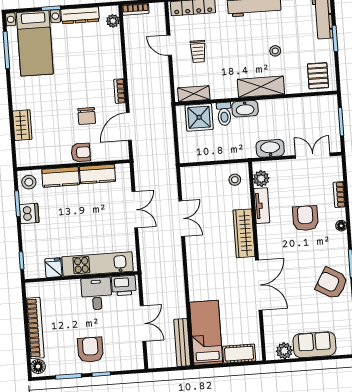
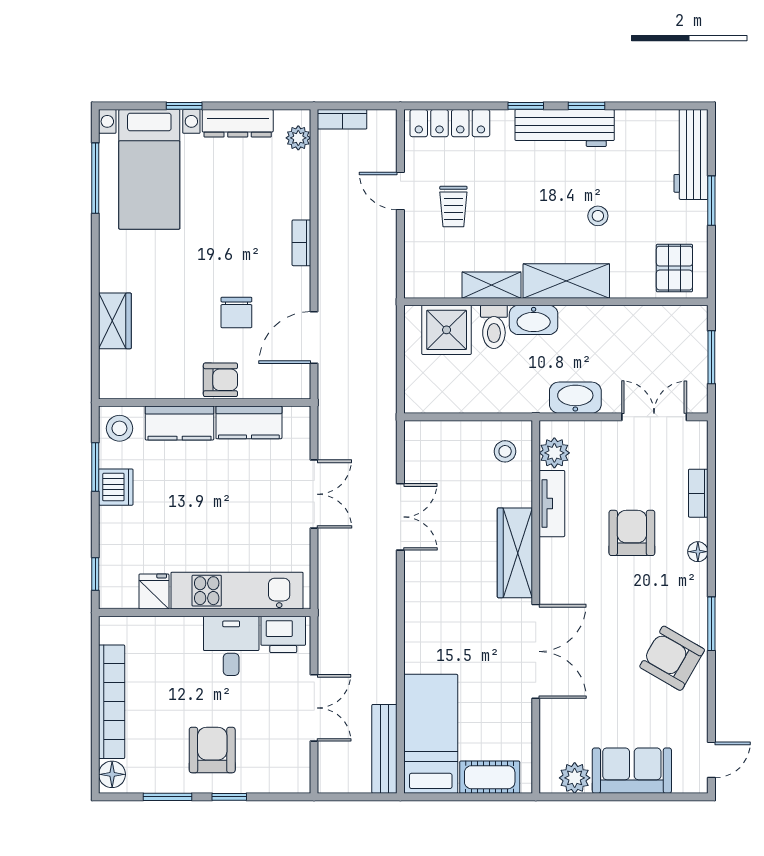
bookcase: (120, 91) -> (301, 243), moved
shelving: (194, 94) -> (491, 285), moved

